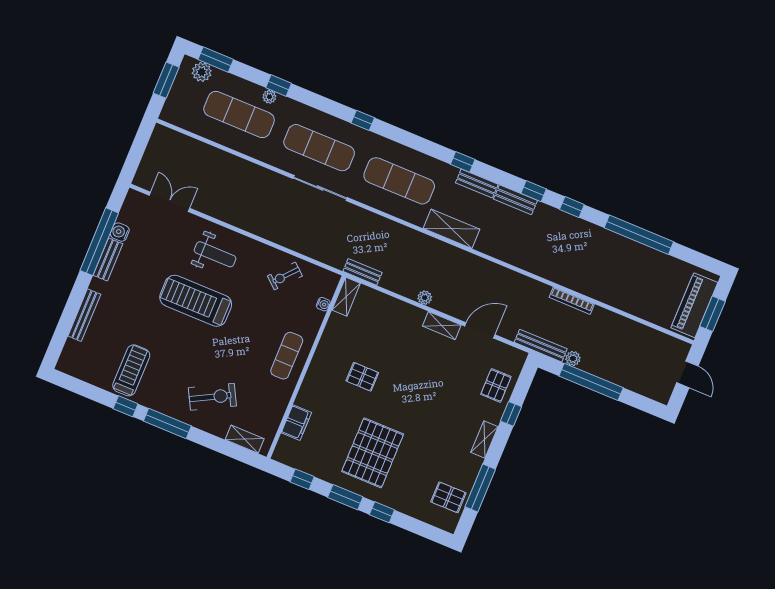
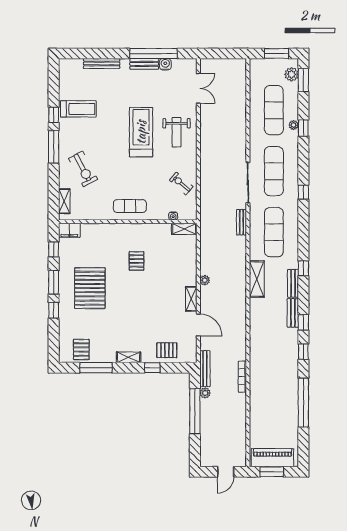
bench: (362, 272) -> (241, 222), moved
filing cabinet: (296, 423) -> (69, 230), moved
pallet: (373, 453) -> (90, 288), turned 90

